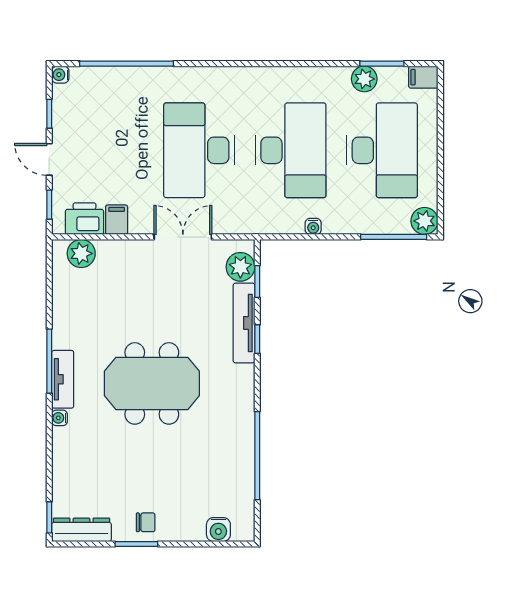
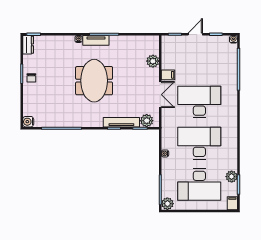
desk: (291, 150) -> (199, 143), turned 180
printer: (85, 219) -> (168, 50), removed
filing cabinet: (117, 220) -> (168, 75), moved
plant: (81, 253) -> (153, 61), moved
dresser: (81, 530) -> (28, 45), width x0.70
water cooler: (218, 530) -> (28, 122), moved

